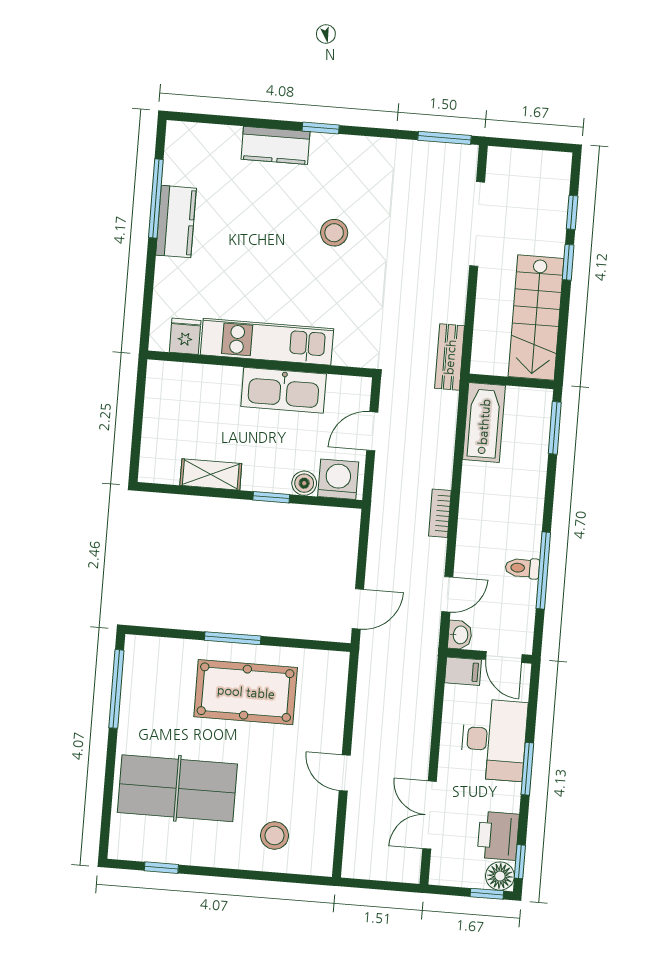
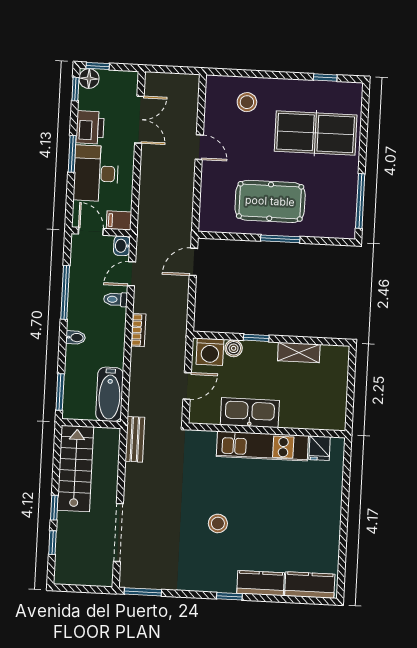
window: (156, 199) -> (343, 544), removed
kitchen counter: (176, 222) -> (310, 585), moved, turned 90
bidet: (530, 505) -> (76, 337), added
toilet: (522, 568) -> (116, 299), moved, turned 180
printer: (498, 836) -> (90, 127), moved

